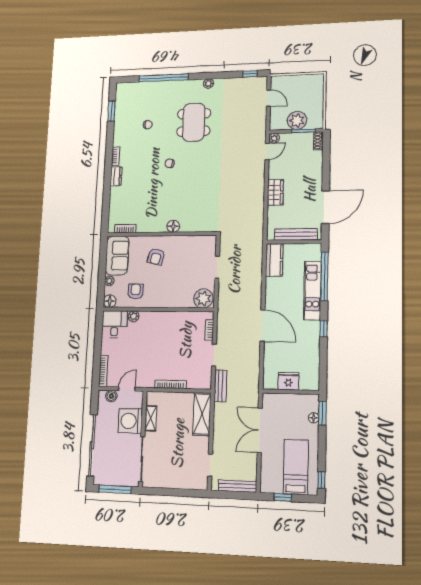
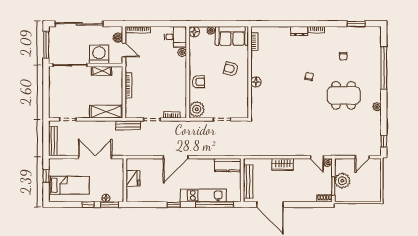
armchair: (136, 291) -> (199, 82), moved
window: (321, 480) -> (88, 205), moved

